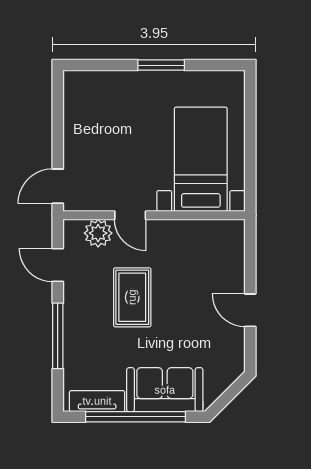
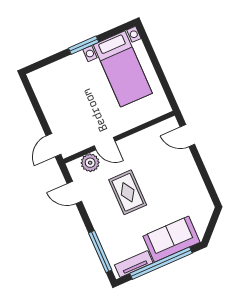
bed with nightstands: (201, 159) -> (123, 69), moved, turned 180
door: (250, 310) -> (187, 136), moved
window: (58, 336) -> (100, 252), moved

